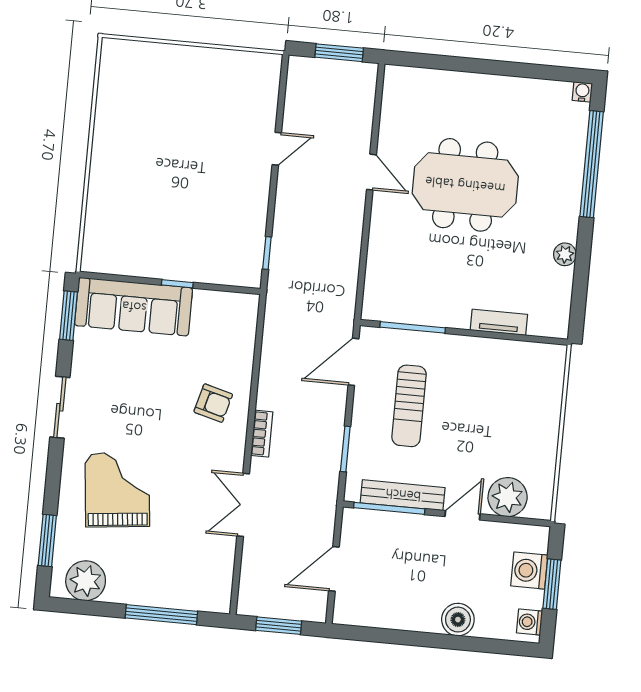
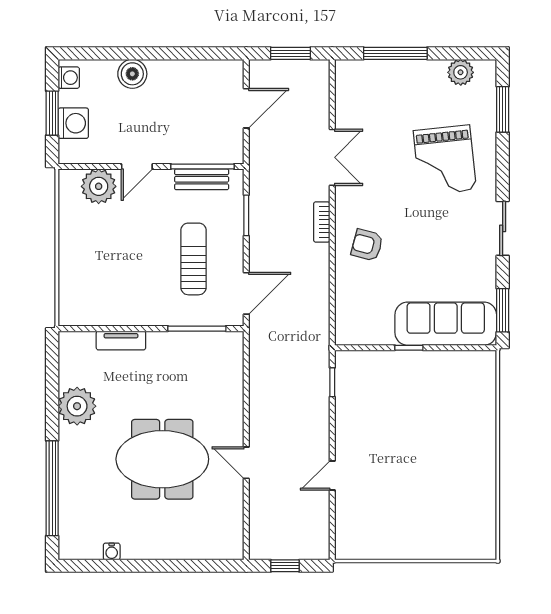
window: (339, 53) -> (285, 566), width x0.67
water cooler: (582, 92) -> (112, 551), moved
plant: (565, 254) -> (77, 406), width x1.88, depth x1.88
bench: (403, 495) -> (202, 179), width x0.73
plant: (86, 581) -> (461, 72), width x0.73, depth x0.73

